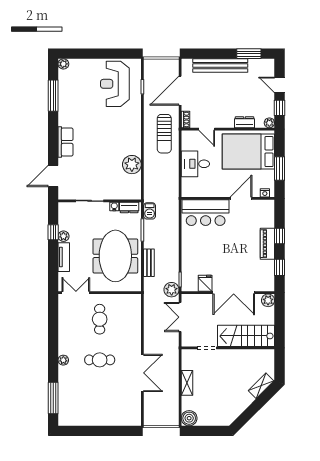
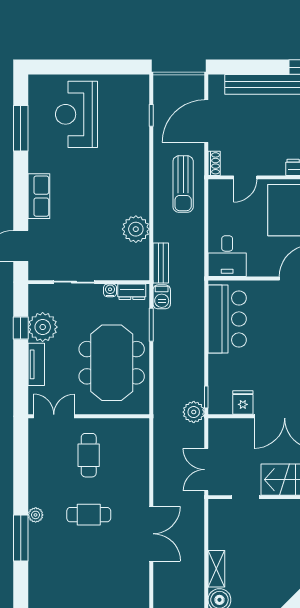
plant: (63, 64) -> (36, 82), removed
reception desk: (115, 84) -> (76, 114), moved
door: (207, 129) -> (245, 177), hinge flipped
desk: (195, 164) -> (227, 256), moved, turned -90
bar counter: (206, 213) -> (227, 319), moved, turned -90
plant: (63, 236) -> (43, 327), width x1.88, depth x1.88
bench: (149, 263) -> (161, 263), moved
double door: (180, 317) -> (206, 470), moved
shelving: (187, 383) -> (216, 569), moved
window: (53, 398) -> (21, 538), moved

